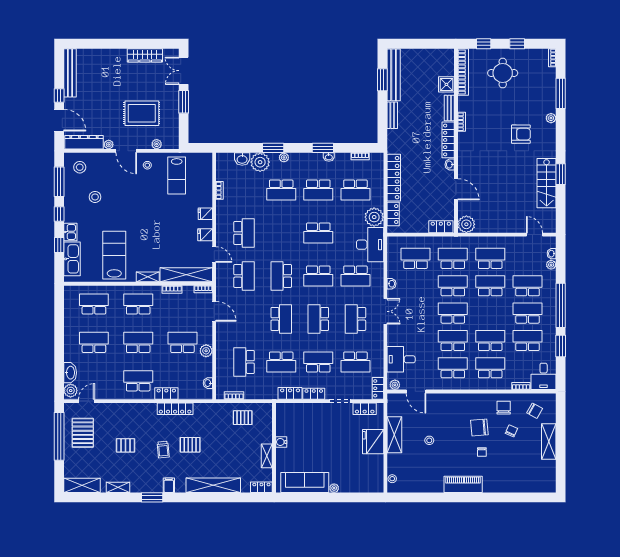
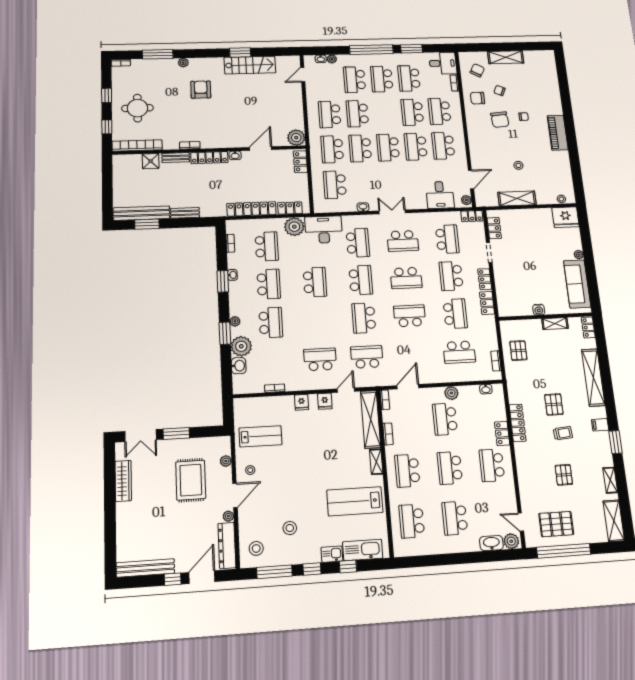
school desk: (281, 276) -> (364, 318), turned 90
fridge: (373, 442) -> (566, 217), moved

